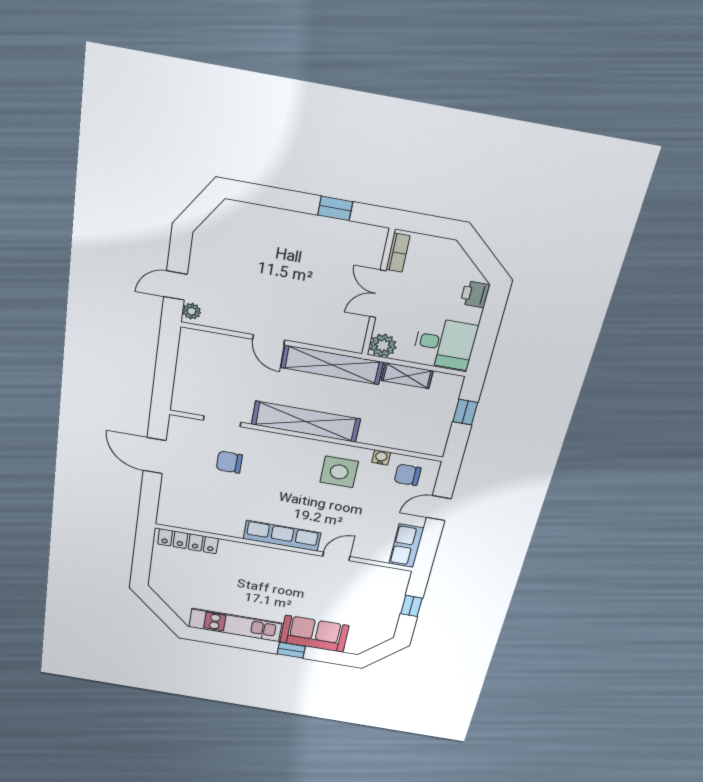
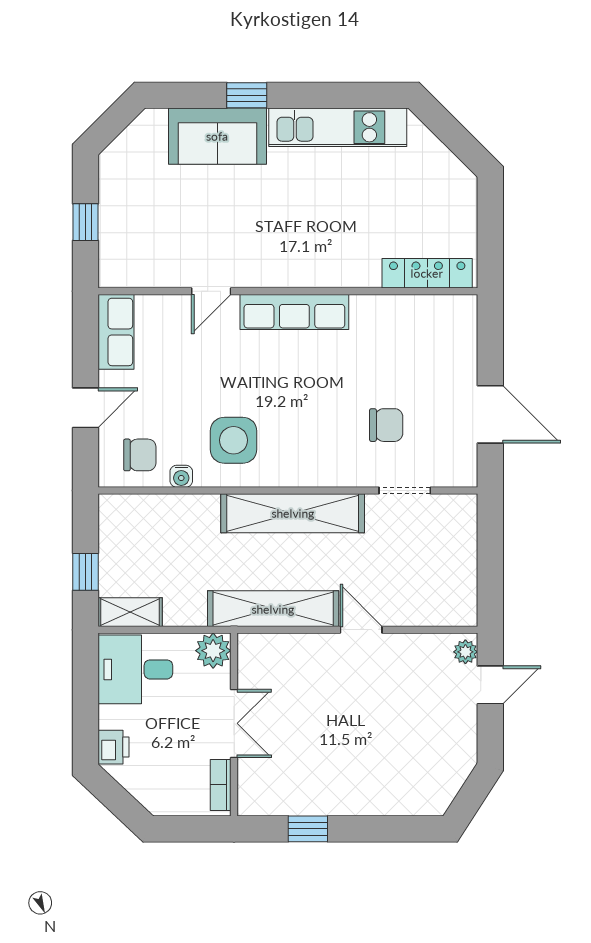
shelving: (407, 376) -> (130, 612), moved

